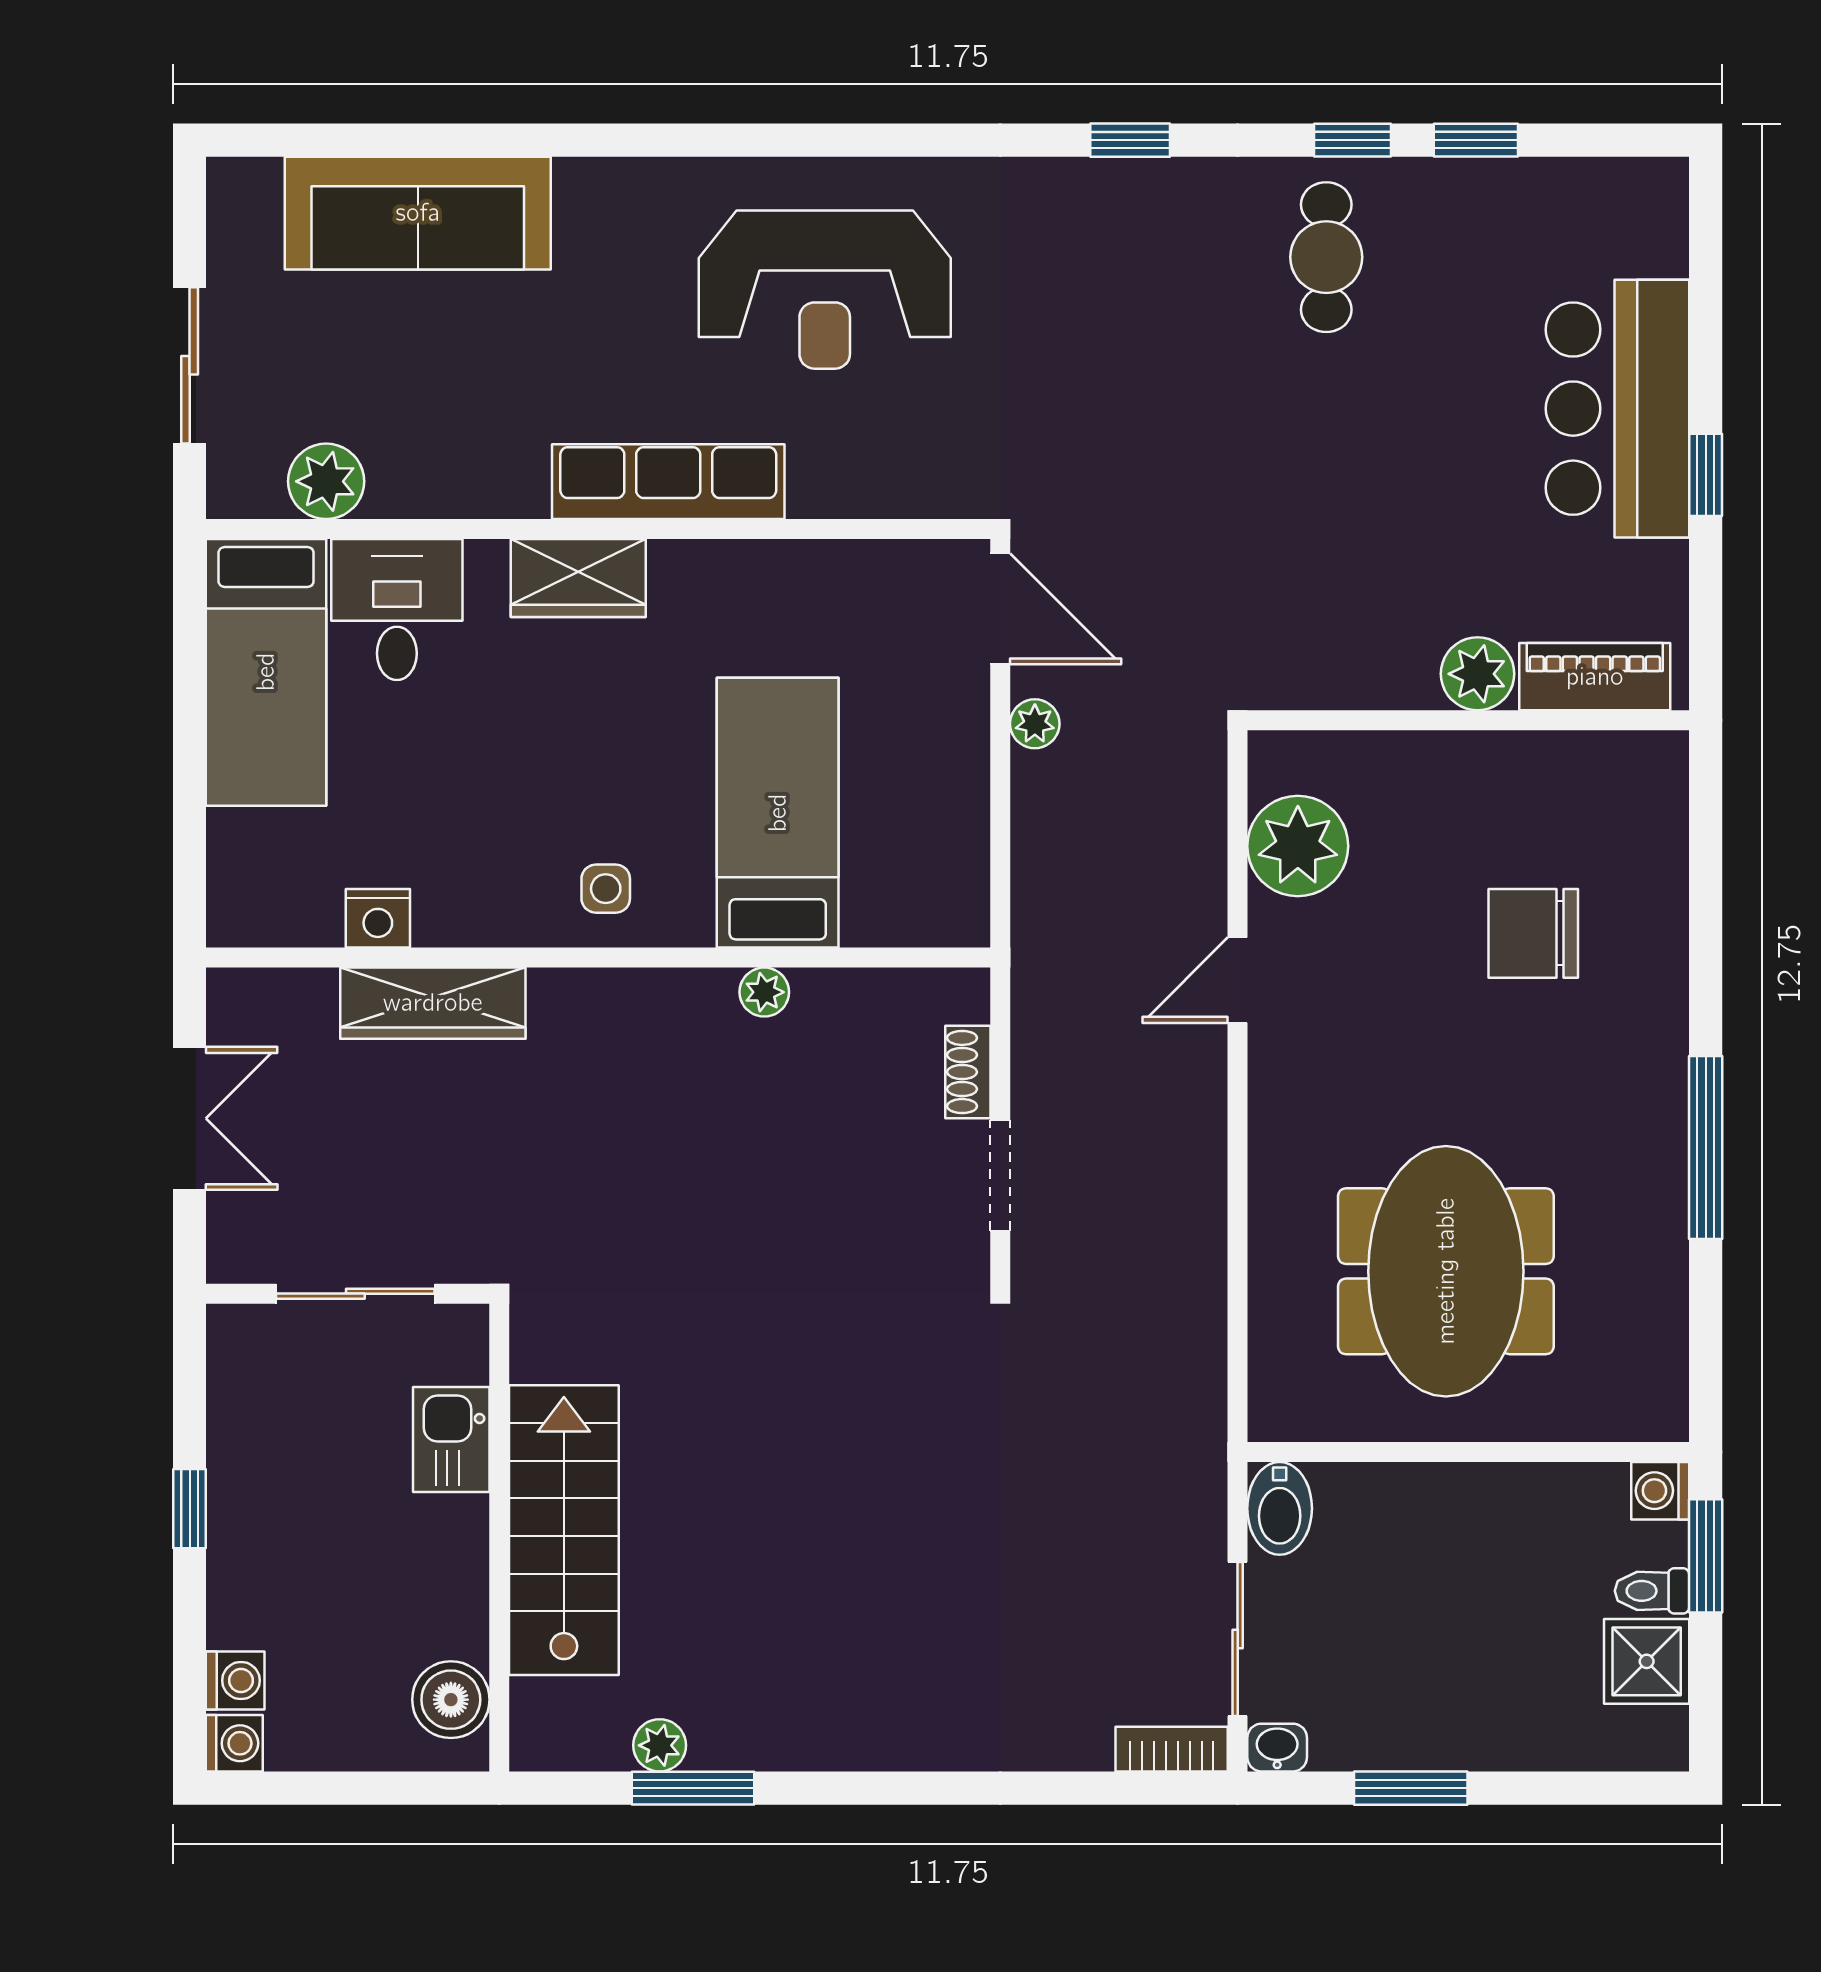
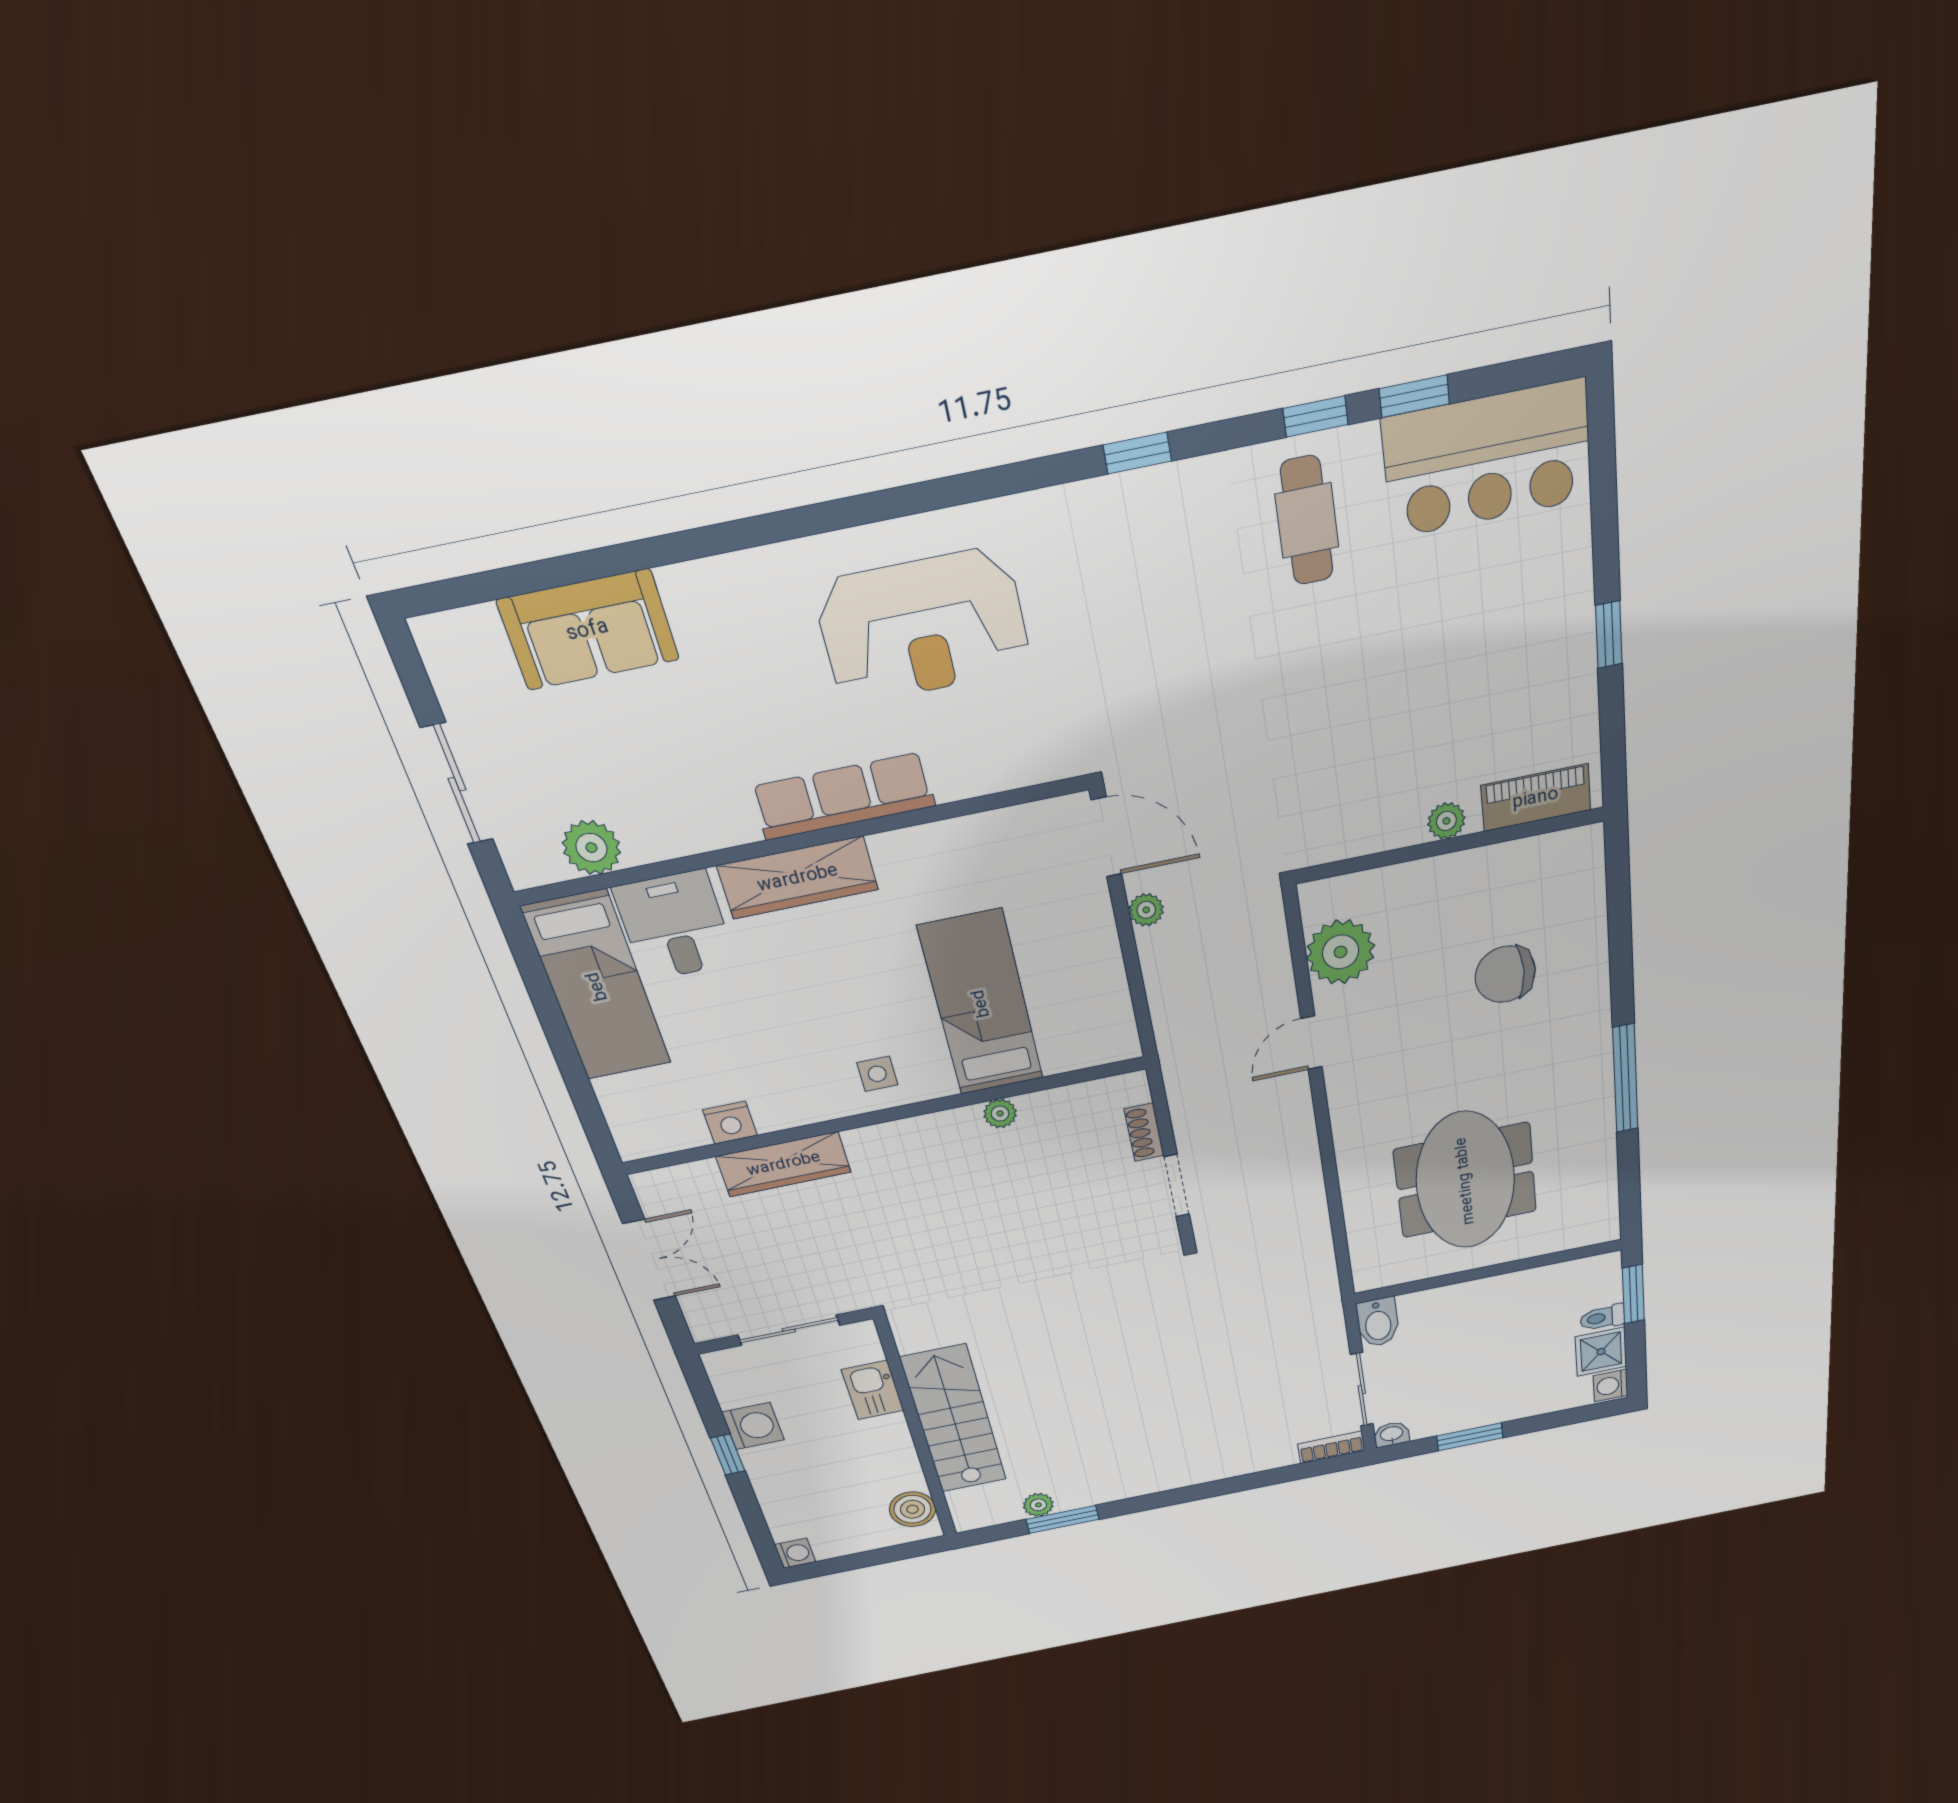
sofa: (418, 213) -> (588, 630), width x0.73
bar counter: (1617, 409) -> (1487, 459), moved, turned -90
wardrobe: (578, 578) -> (798, 878), width x1.50
plant: (1478, 674) -> (1446, 821), width x0.73, depth x0.73
washing machine: (1660, 1491) -> (1611, 1386), moved
washing machine: (235, 1680) -> (753, 1426), moved, width x1.38, depth x1.38

